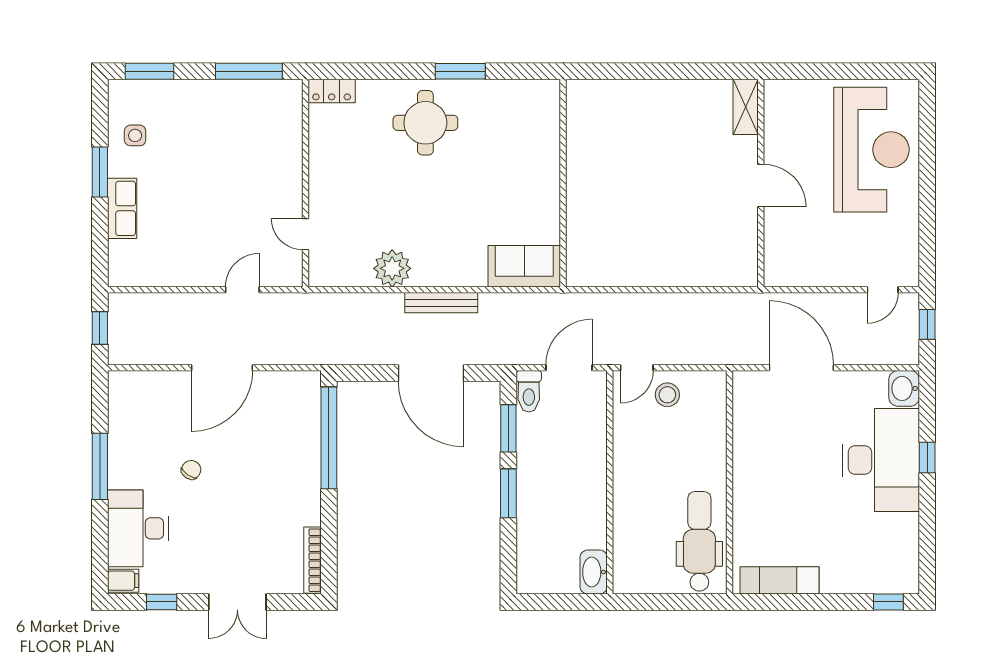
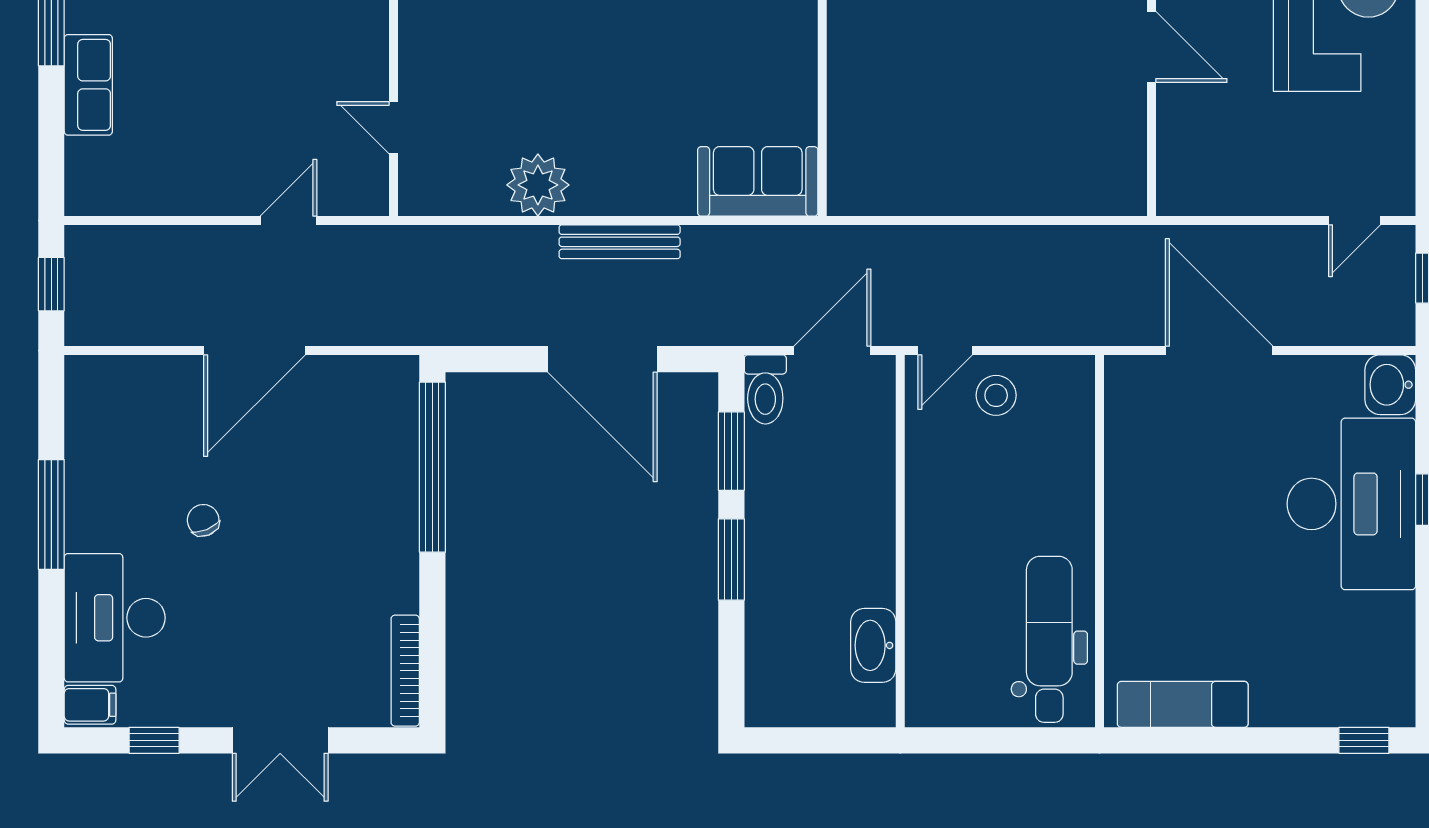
chair: (191, 470) -> (203, 520), turned -57
washbasin: (594, 572) -> (873, 645), moved

